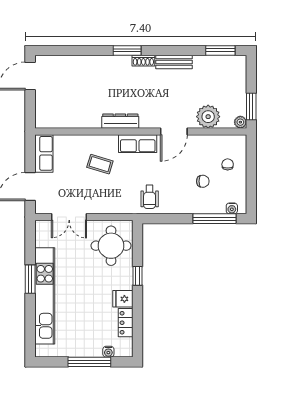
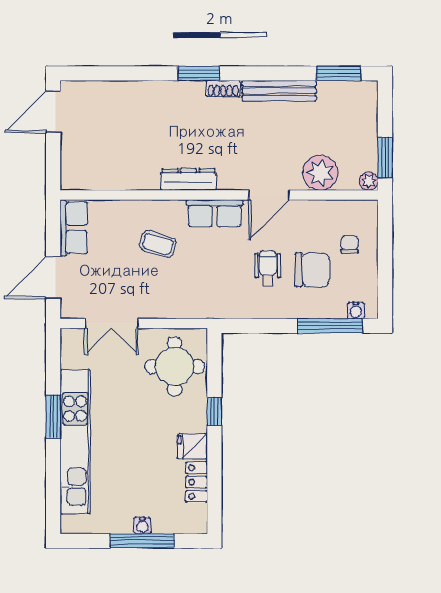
bench: (174, 62) -> (279, 91), width x1.36
chair: (203, 181) -> (312, 270), width x1.87, depth x1.87
wheelchair: (150, 197) -> (268, 268), moved, turned 180
water cooler: (108, 352) -> (142, 526), moved

